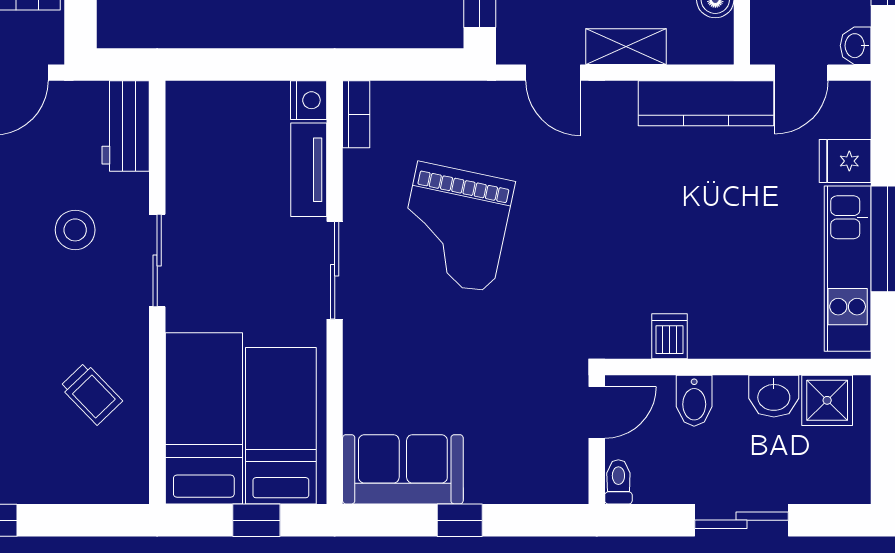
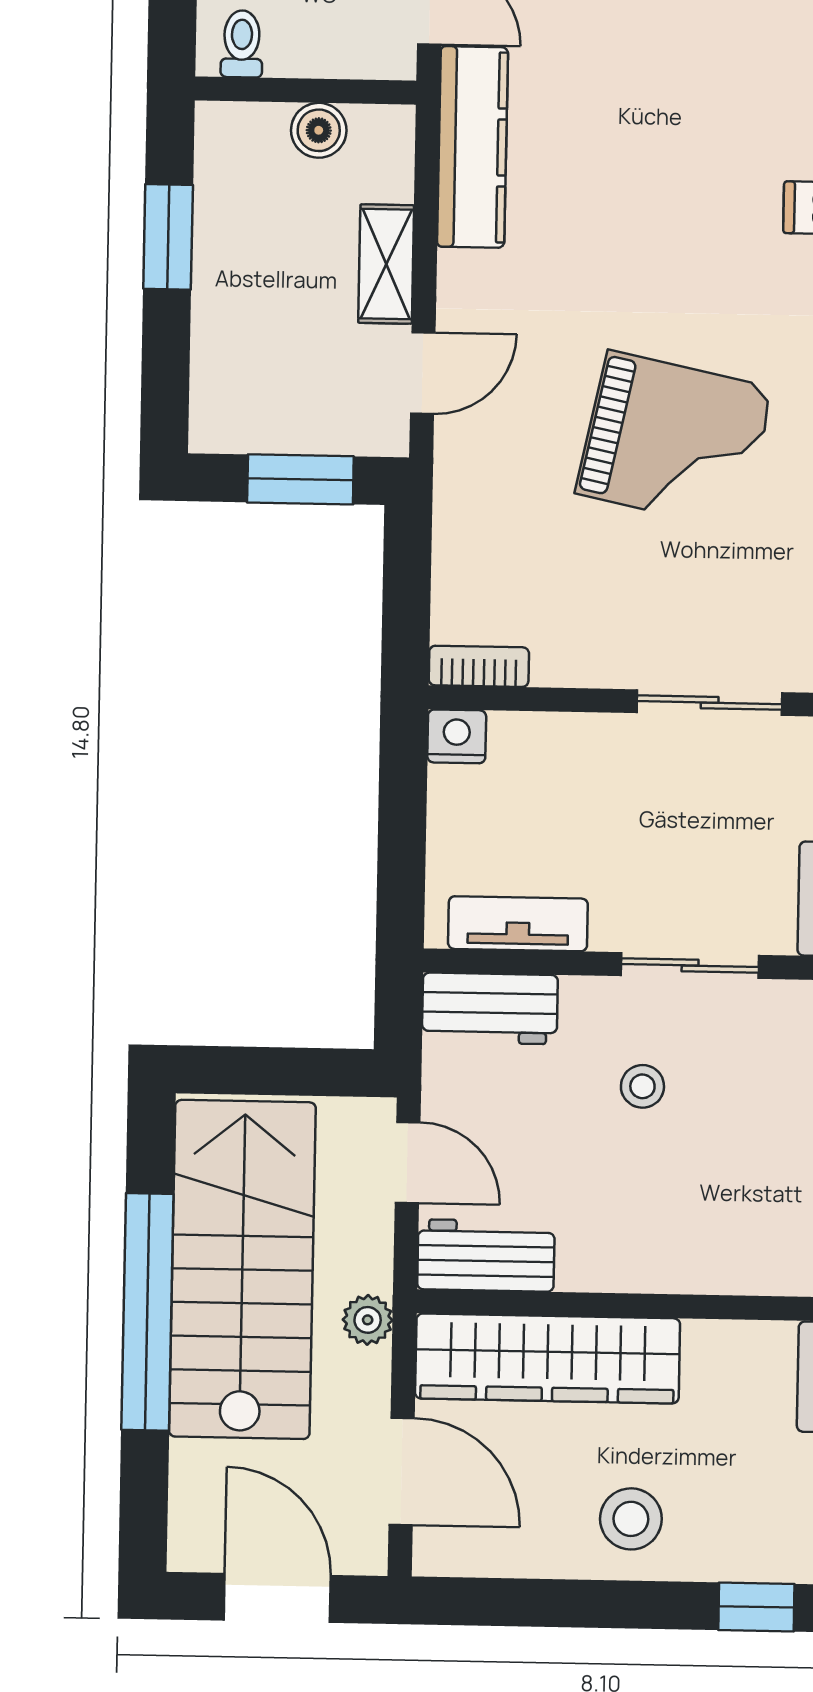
tv unit: (309, 170) -> (518, 924), moved, turned 180
grand piano: (455, 227) -> (674, 441), moved
stool: (75, 230) -> (642, 1086), width x0.73, depth x0.73

